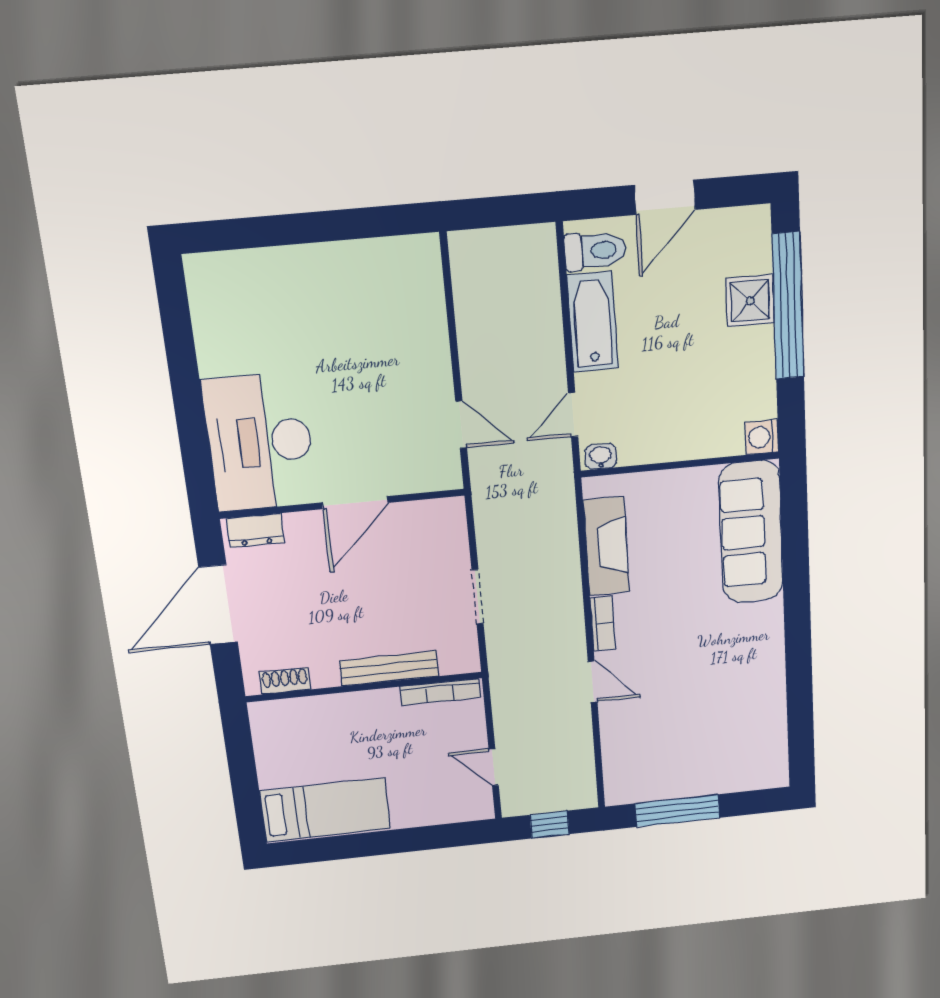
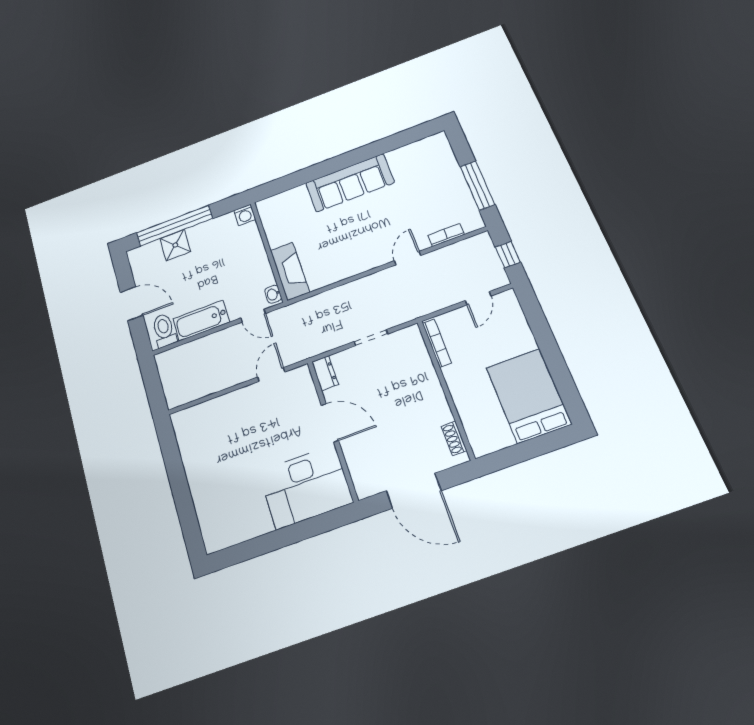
dresser: (255, 531) -> (325, 373), moved
sofa: (751, 532) -> (350, 183), moved
fireplace: (606, 546) -> (290, 271), moved, turned 90
bookcase: (603, 624) -> (446, 235), moved
bench: (389, 668) -> (429, 377), removed
bed: (325, 810) -> (528, 396), width x1.50

